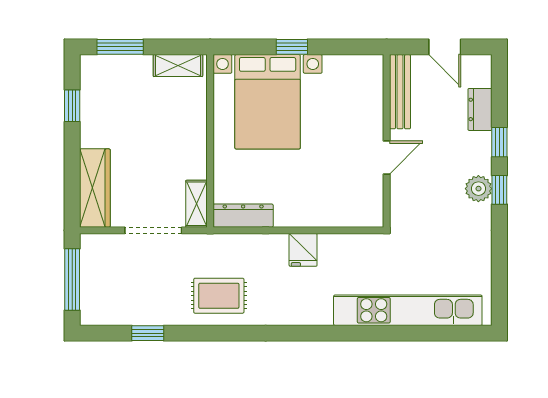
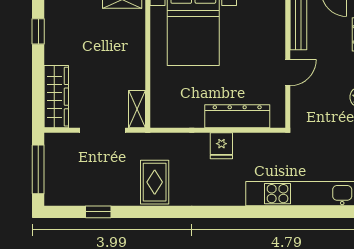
dresser: (243, 216) -> (237, 116), moved, width x1.37, depth x1.24
rug: (219, 296) -> (155, 182), turned 90

